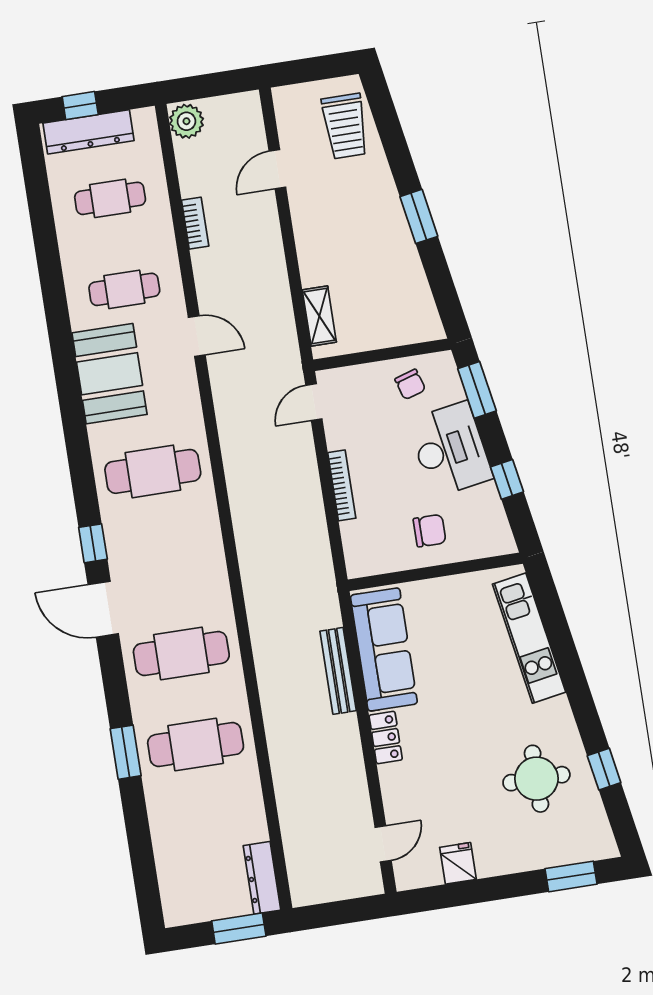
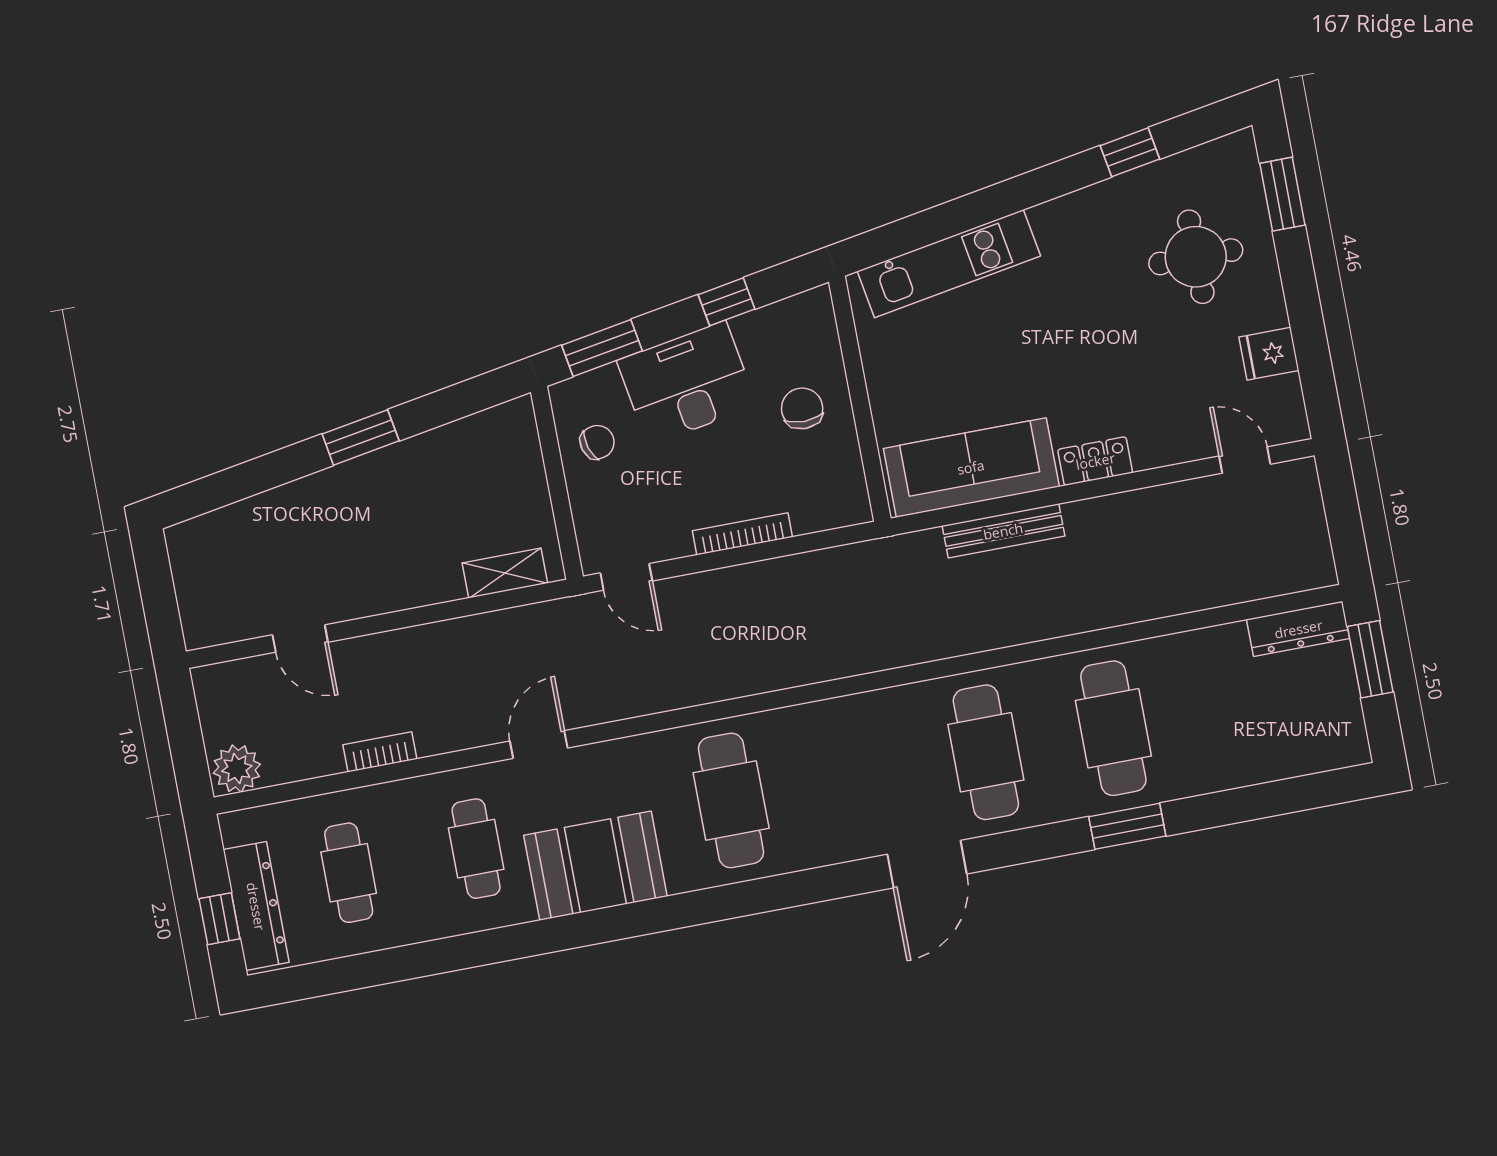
trolley: (345, 126) -> (237, 545), removed
window: (93, 543) -> (835, 882), removed
round table: (536, 779) -> (1196, 257), moved

